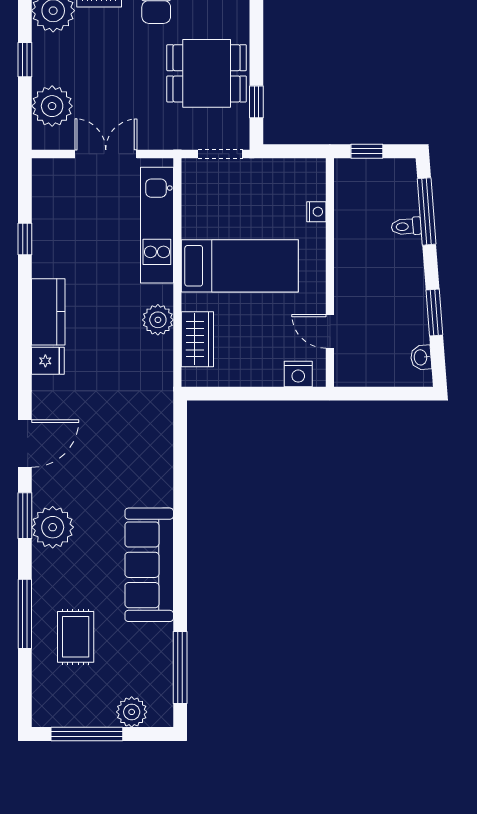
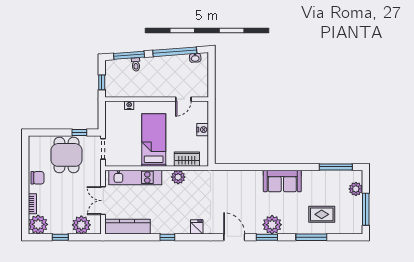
window: (25, 239) -> (167, 237), moved
kitchen counter: (48, 312) -> (127, 227), moved, width x1.50
window: (434, 312) -> (175, 52), width x2.11
nightstand: (298, 374) -> (203, 130), moved
sofa: (149, 565) -> (282, 181), width x0.73

